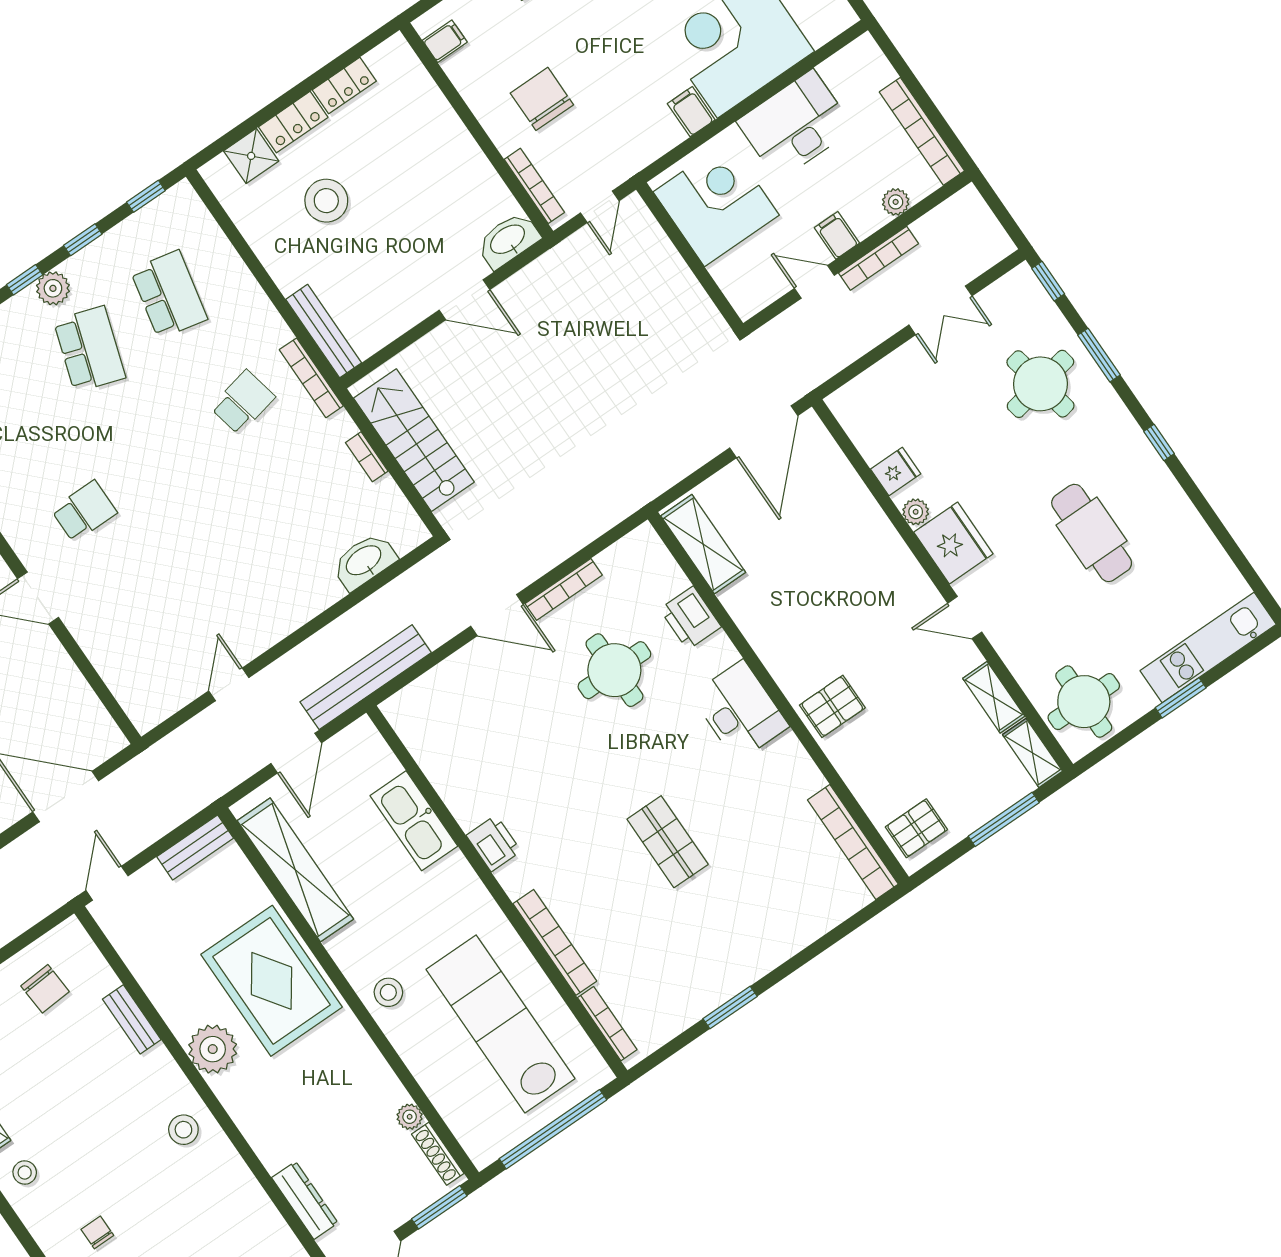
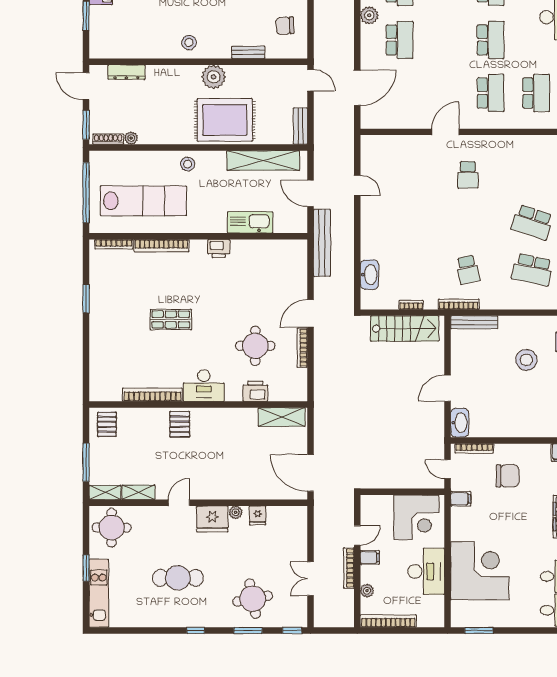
filing cabinet: (691, 112) -> (461, 499), moved
bookcase: (853, 842) -> (152, 395), moved

